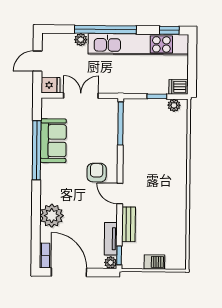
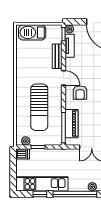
window: (169, 30) -> (40, 194), moved
kitchen unit: (138, 44) -> (42, 184), width x0.73
piano: (109, 129) -> (72, 124), added
sun lounger: (154, 153) -> (39, 107), added
barbecue: (154, 262) -> (32, 32), width x1.88, depth x1.53

